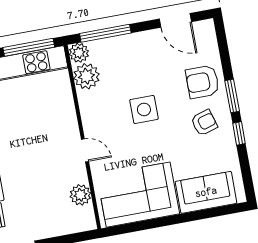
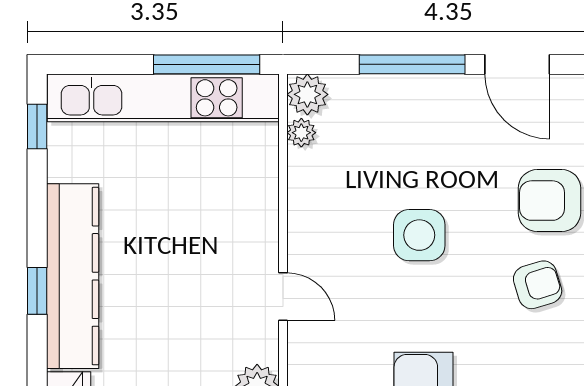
window: (105, 33) -> (412, 64), moved
plant: (86, 76) -> (301, 133), width x0.53, depth x0.53

